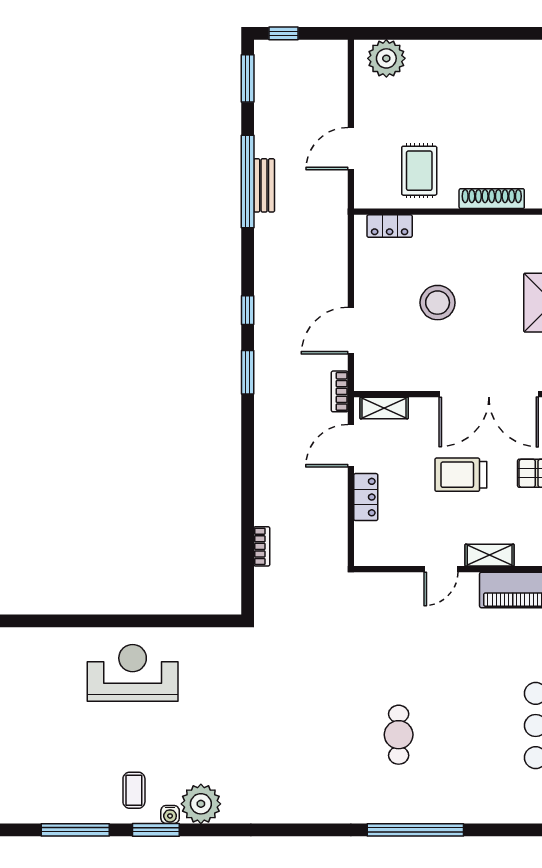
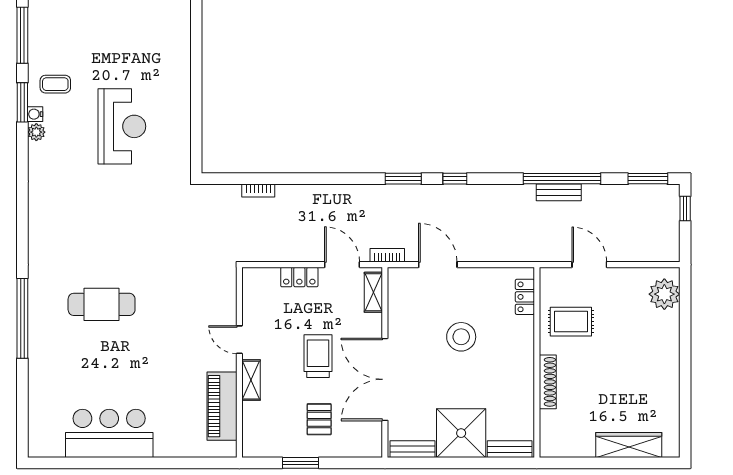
reception desk: (133, 673) -> (122, 126), moved
cafe table: (399, 735) -> (102, 304), width x1.37, depth x1.35
plant: (201, 804) -> (36, 132), width x0.53, depth x0.53

